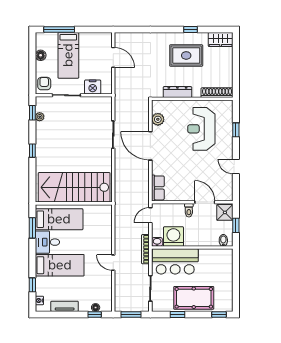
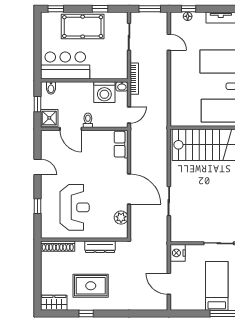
nightstand: (93, 87) -> (178, 253), moved, turned -90
bar counter: (175, 261) -> (65, 65), moved
door: (113, 263) -> (169, 42), moved

